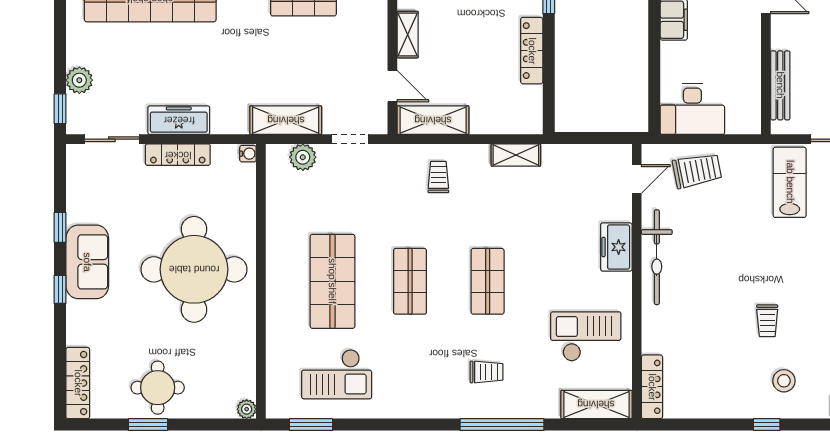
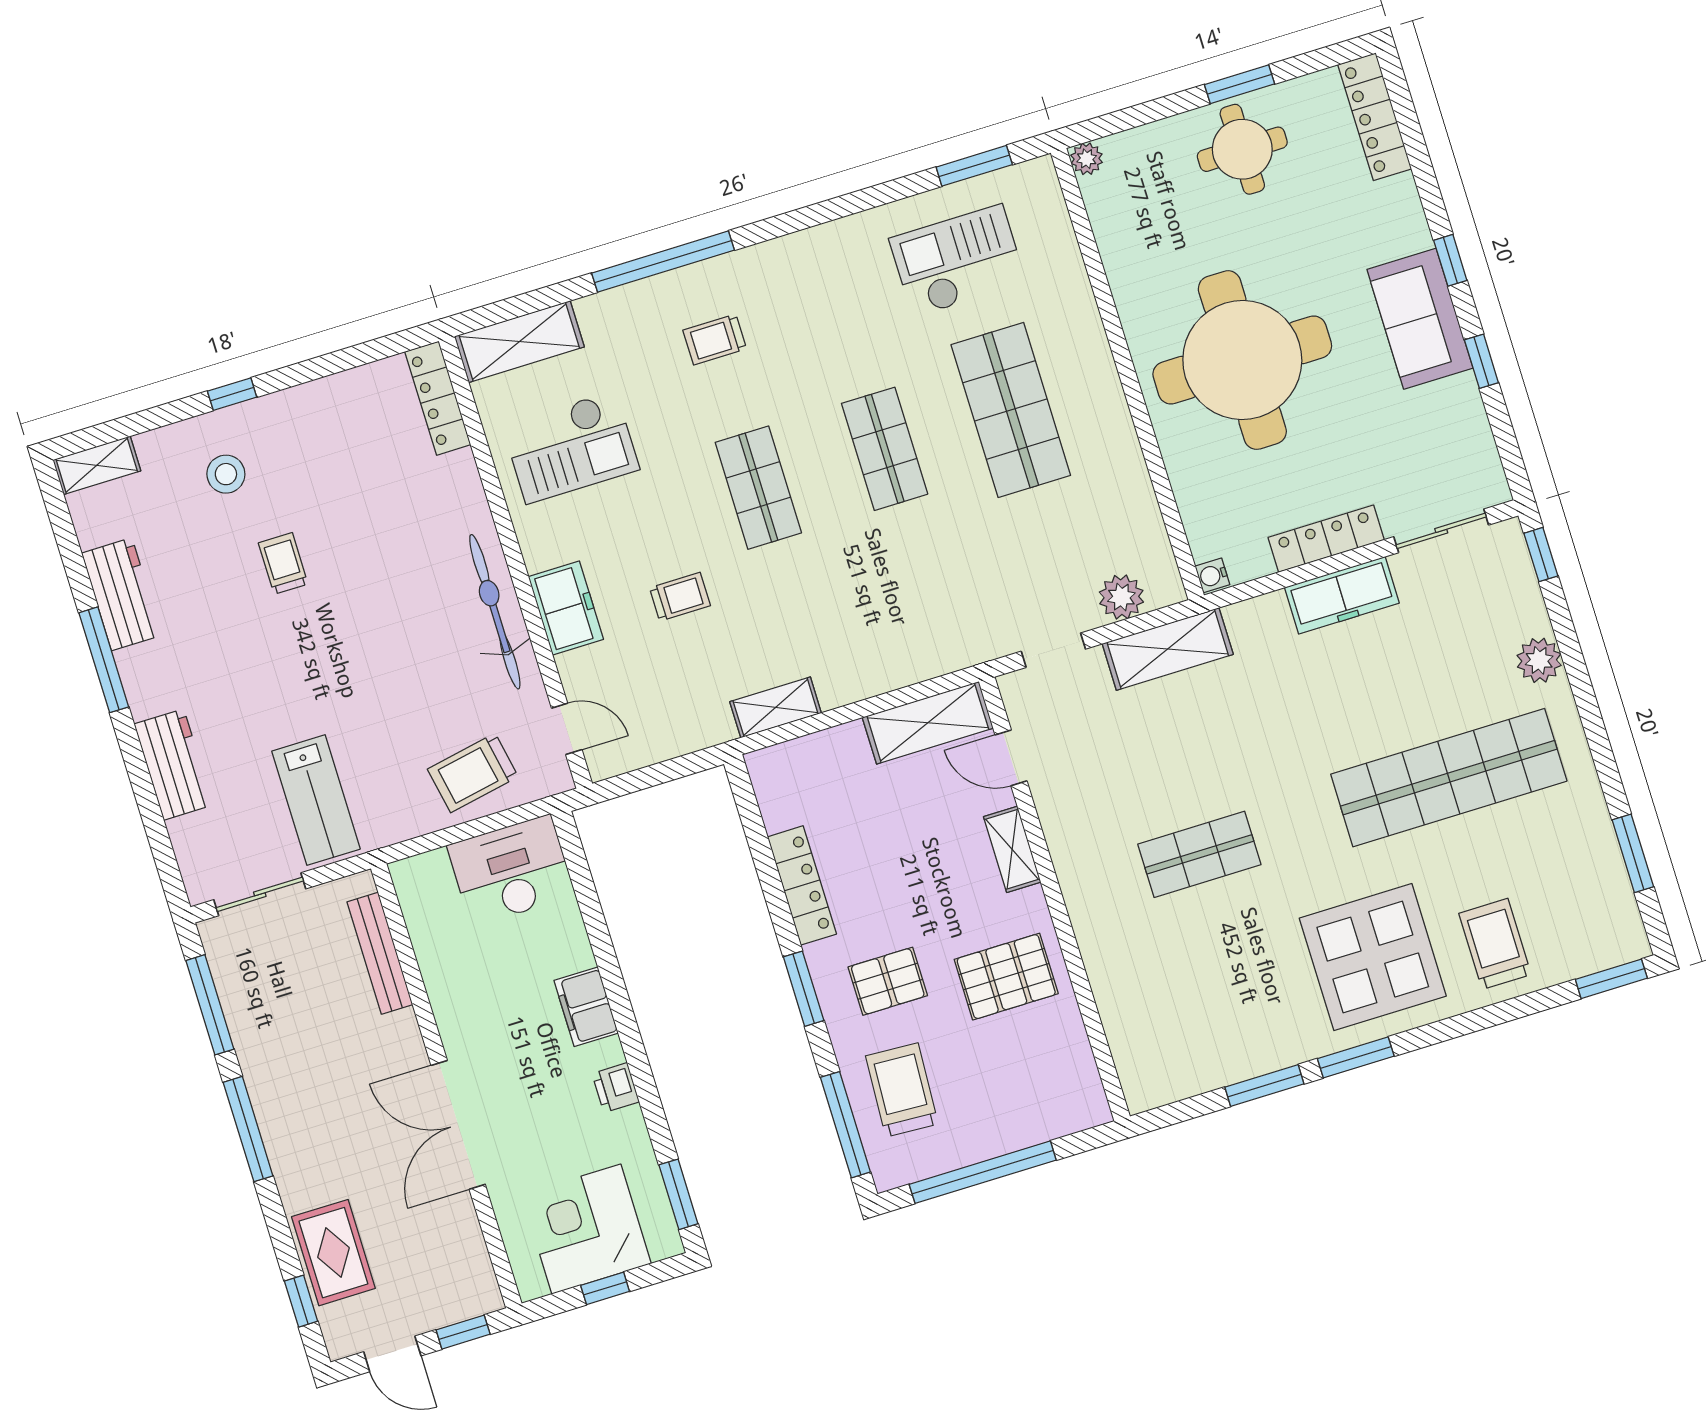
plant: (79, 80) -> (1539, 660), moved
trolley: (438, 177) -> (680, 597), moved, turned -90
door: (637, 179) -> (567, 729), swing flipped

